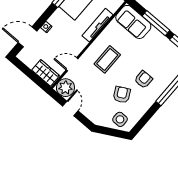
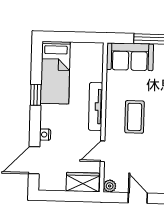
tv unit: (98, 25) -> (96, 106), moved
plant: (65, 88) -> (110, 186), width x0.53, depth x0.53

